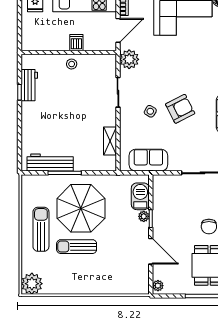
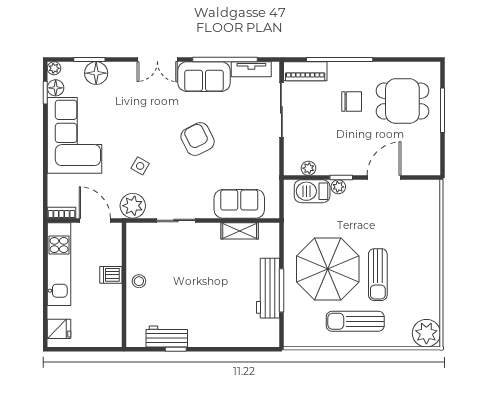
side table: (150, 111) -> (140, 166), moved
sofa: (148, 160) -> (239, 204), moved, turned 90
workbench: (50, 163) -> (268, 288), moved
plant: (158, 286) -> (308, 168), moved

